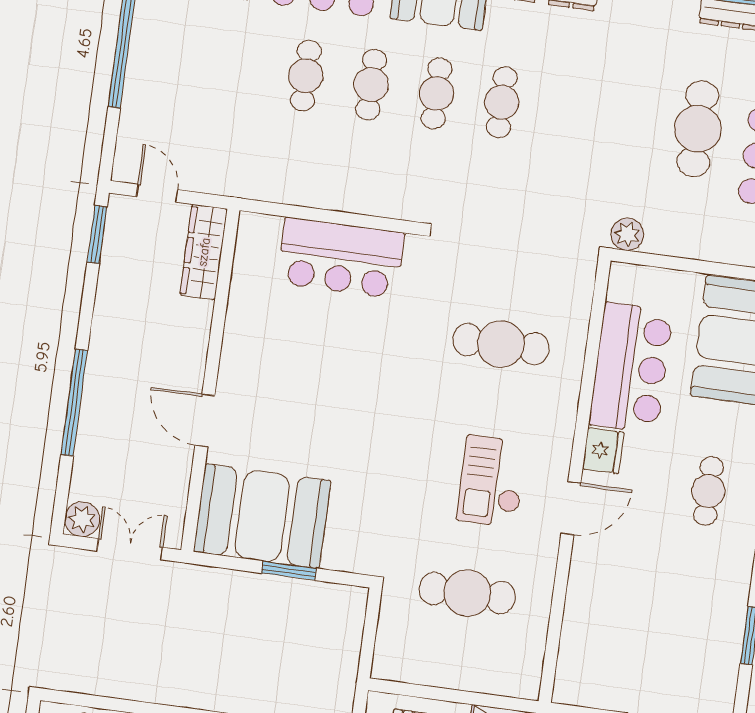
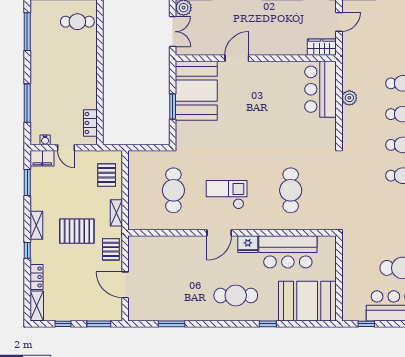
plant: (627, 234) -> (349, 98), moved
wardrobe: (204, 252) -> (322, 47), width x0.67
bar counter: (341, 258) -> (321, 89), moved
cafe table: (708, 491) -> (236, 296), width x1.37, depth x1.35
door: (571, 508) -> (219, 233), hinge flipped

